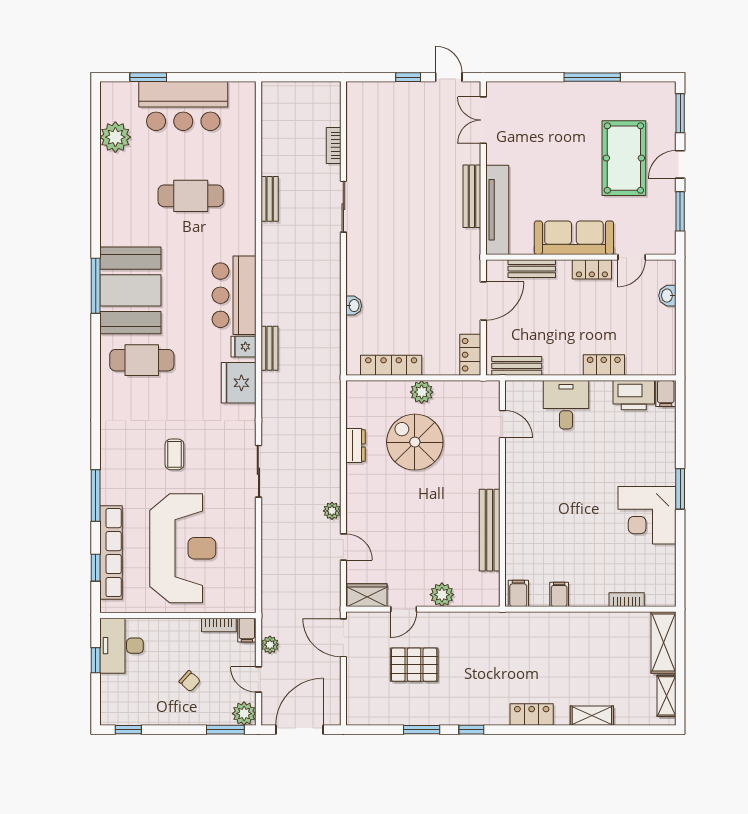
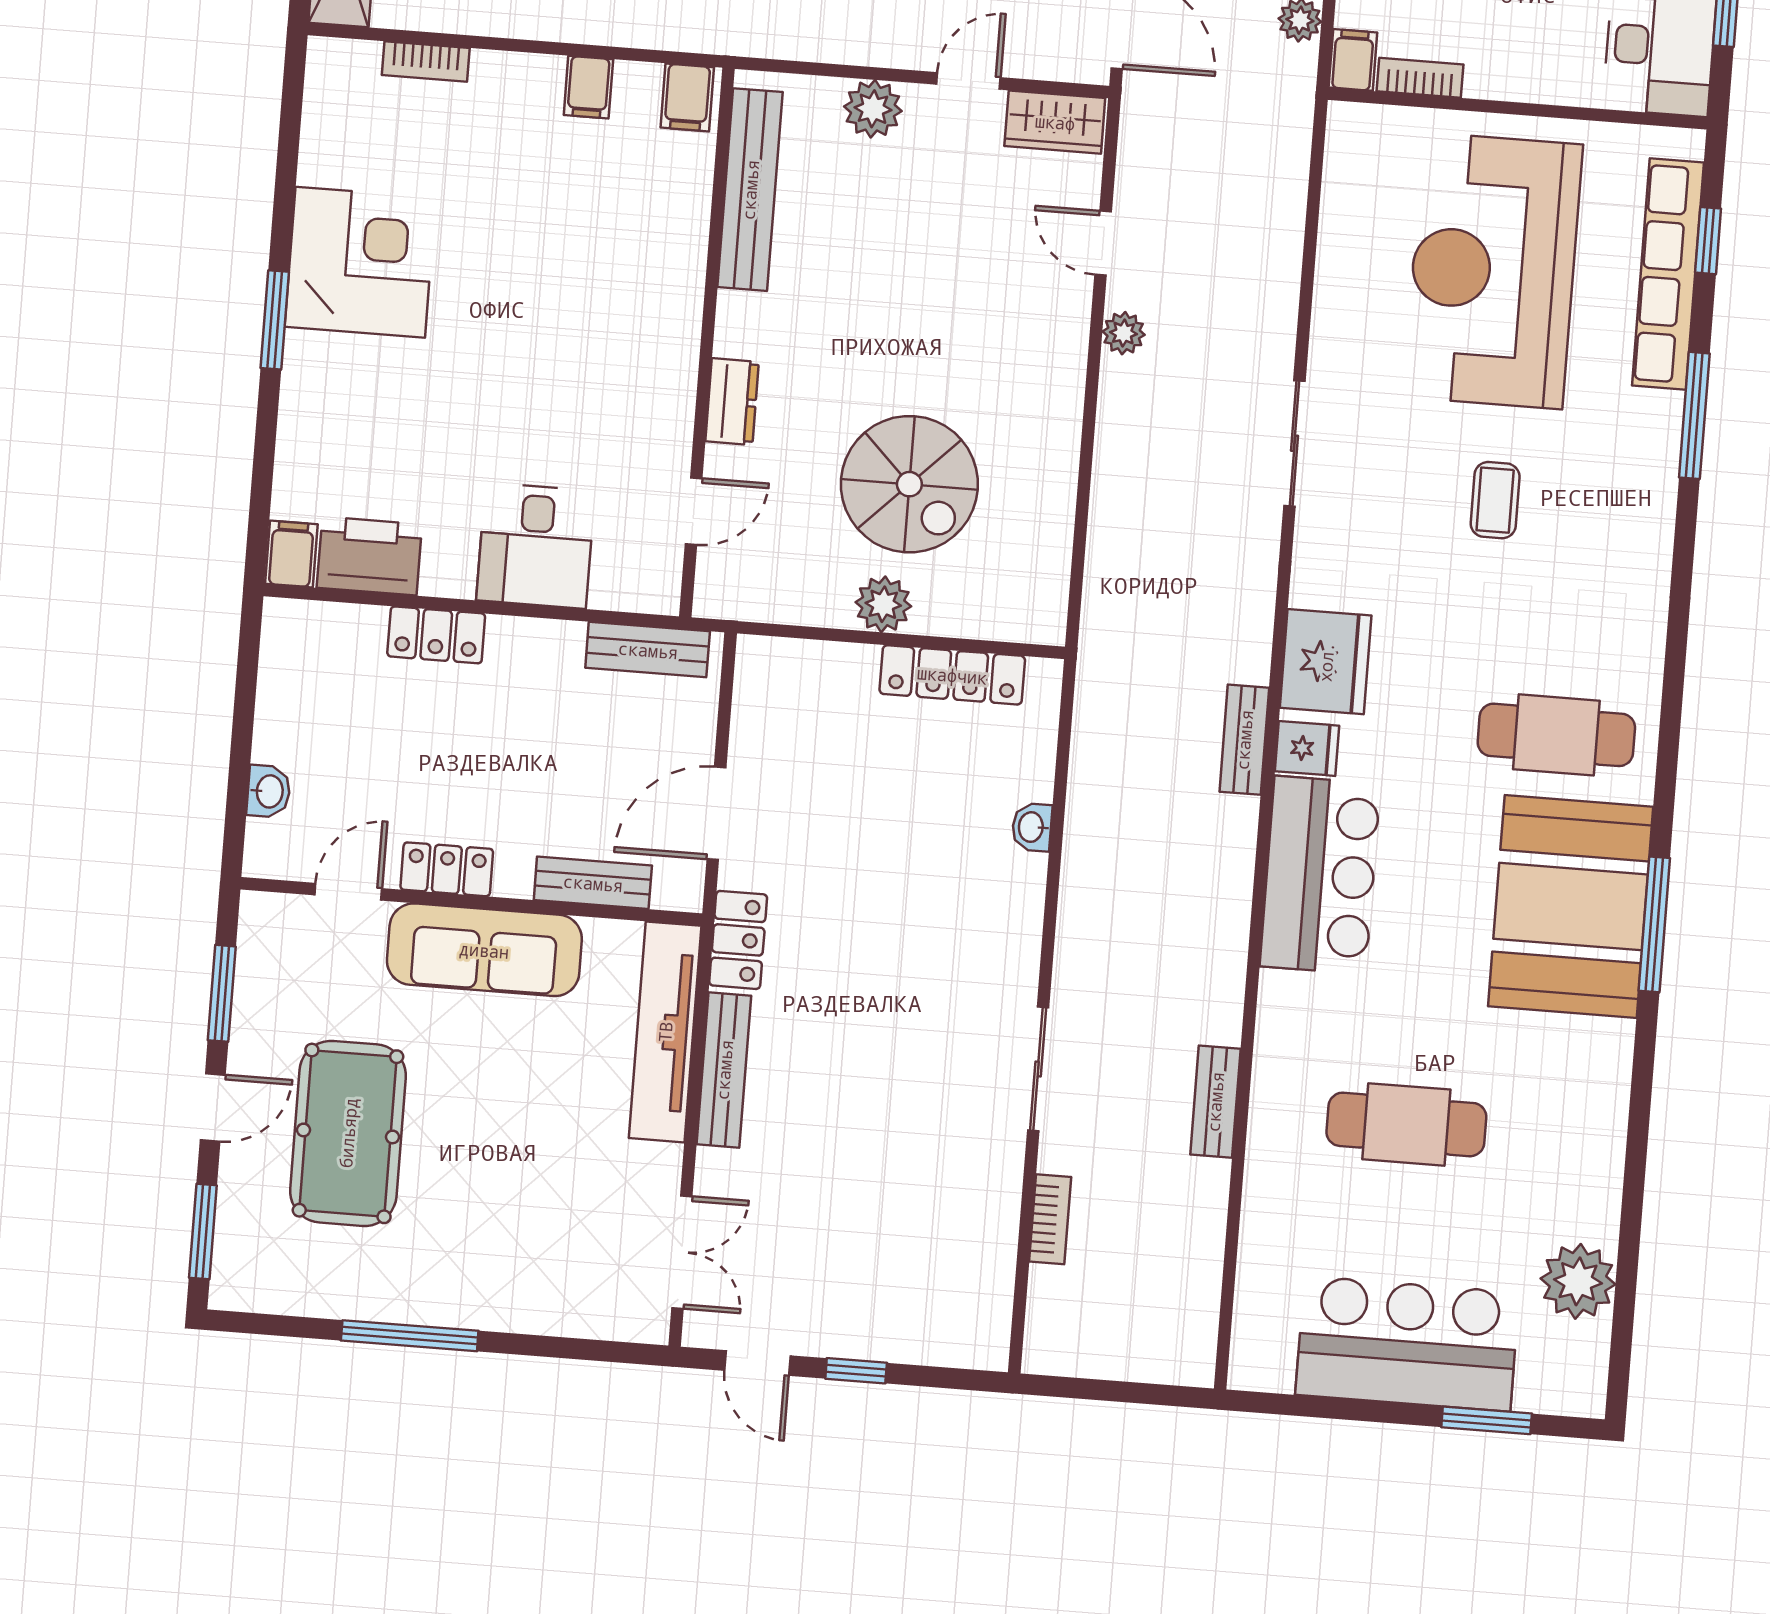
locker: (470, 355) -> (738, 940), moved
door: (502, 424) -> (694, 511), swing flipped
dresser: (356, 445) -> (732, 402), moved, turned 180
bench: (490, 530) -> (750, 190), moved

